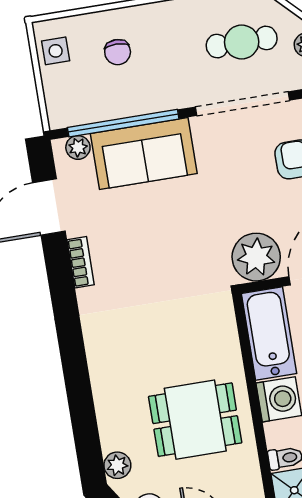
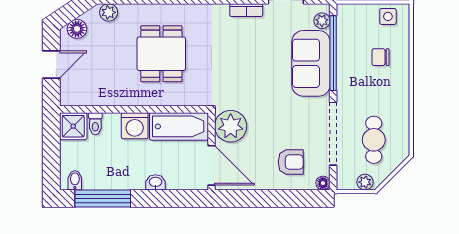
dining table: (195, 420) -> (161, 54), moved

